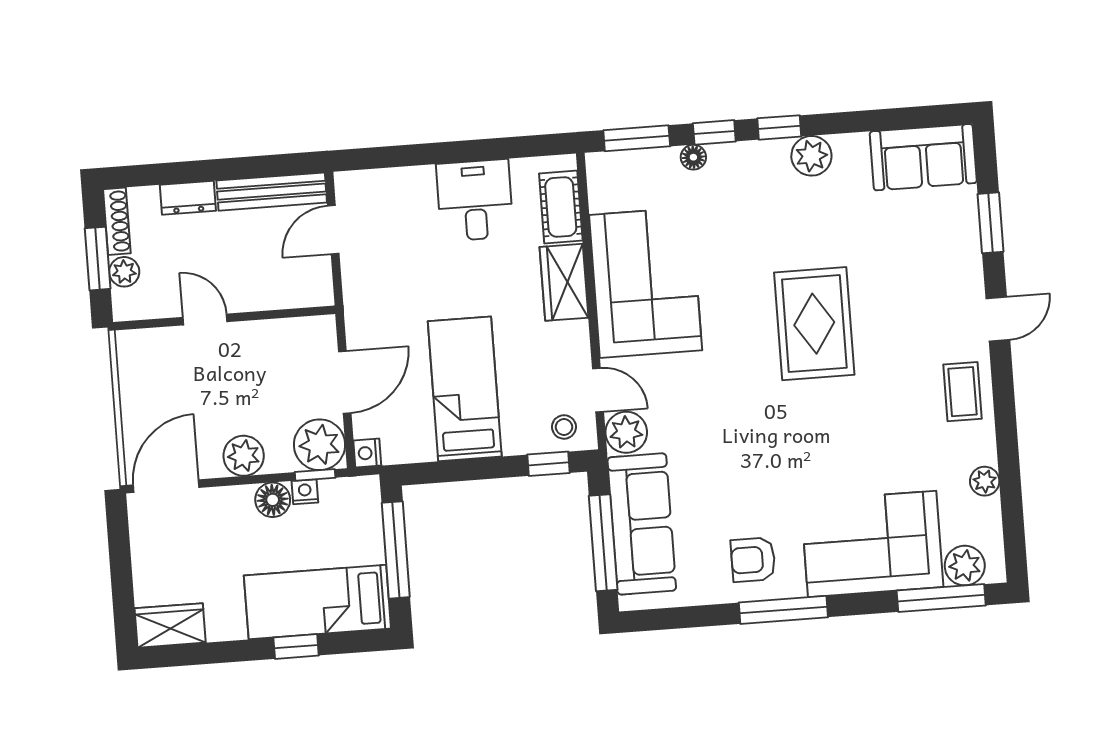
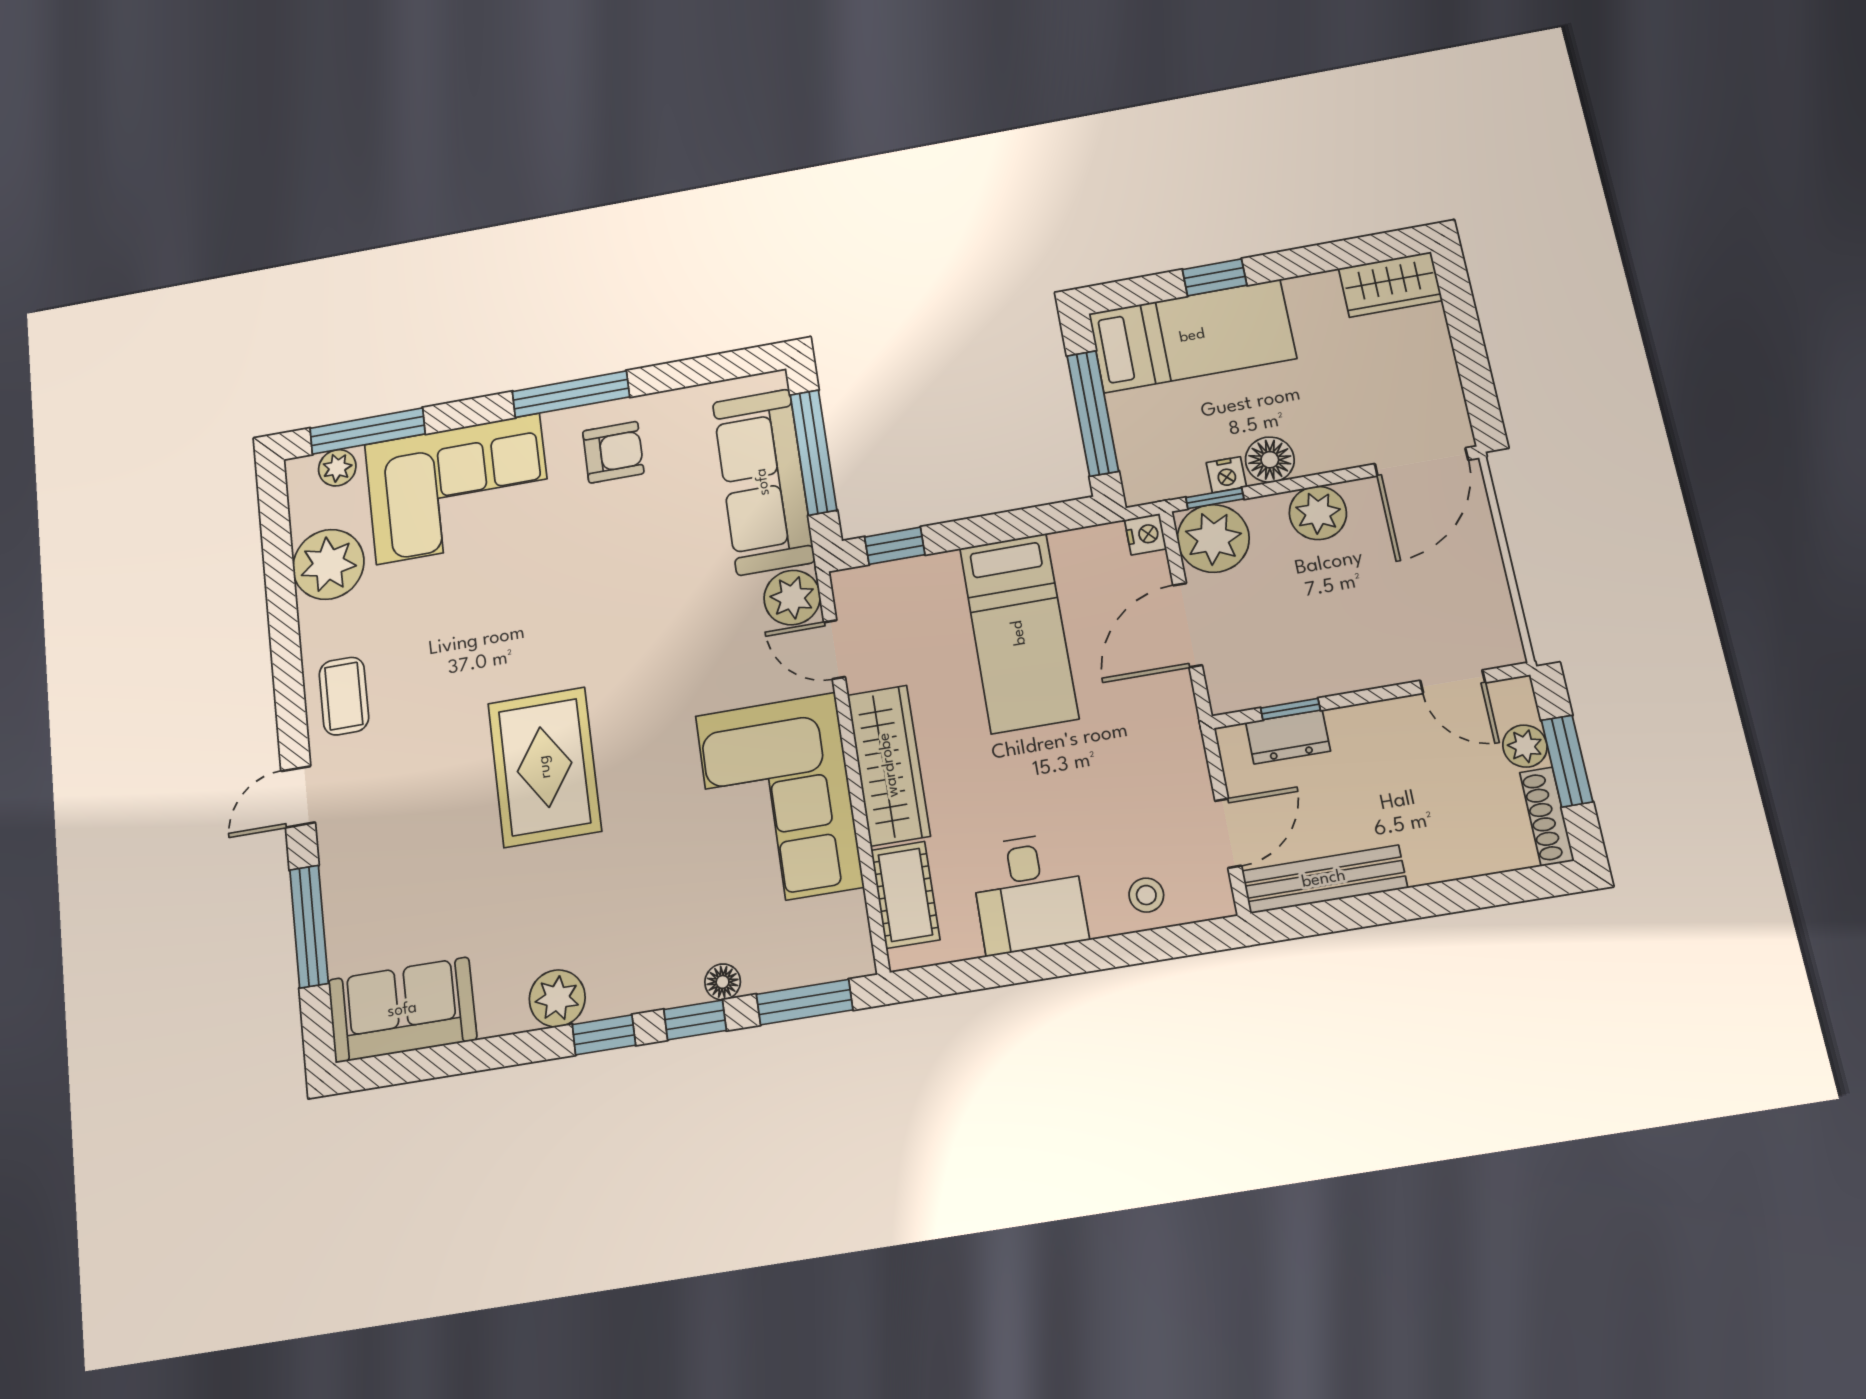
dresser: (188, 198) -> (1288, 737), moved, turned 180
window: (991, 223) -> (309, 926), width x1.44
wardrobe: (564, 282) -> (889, 765), width x1.50
window: (280, 314) -> (1290, 709), added
door: (205, 319) -> (1453, 682), moved
stool: (564, 427) -> (1146, 895), moved
plant: (985, 481) -> (328, 564), width x1.87, depth x1.87
plant: (965, 566) -> (337, 468), width x0.73, depth x0.73

